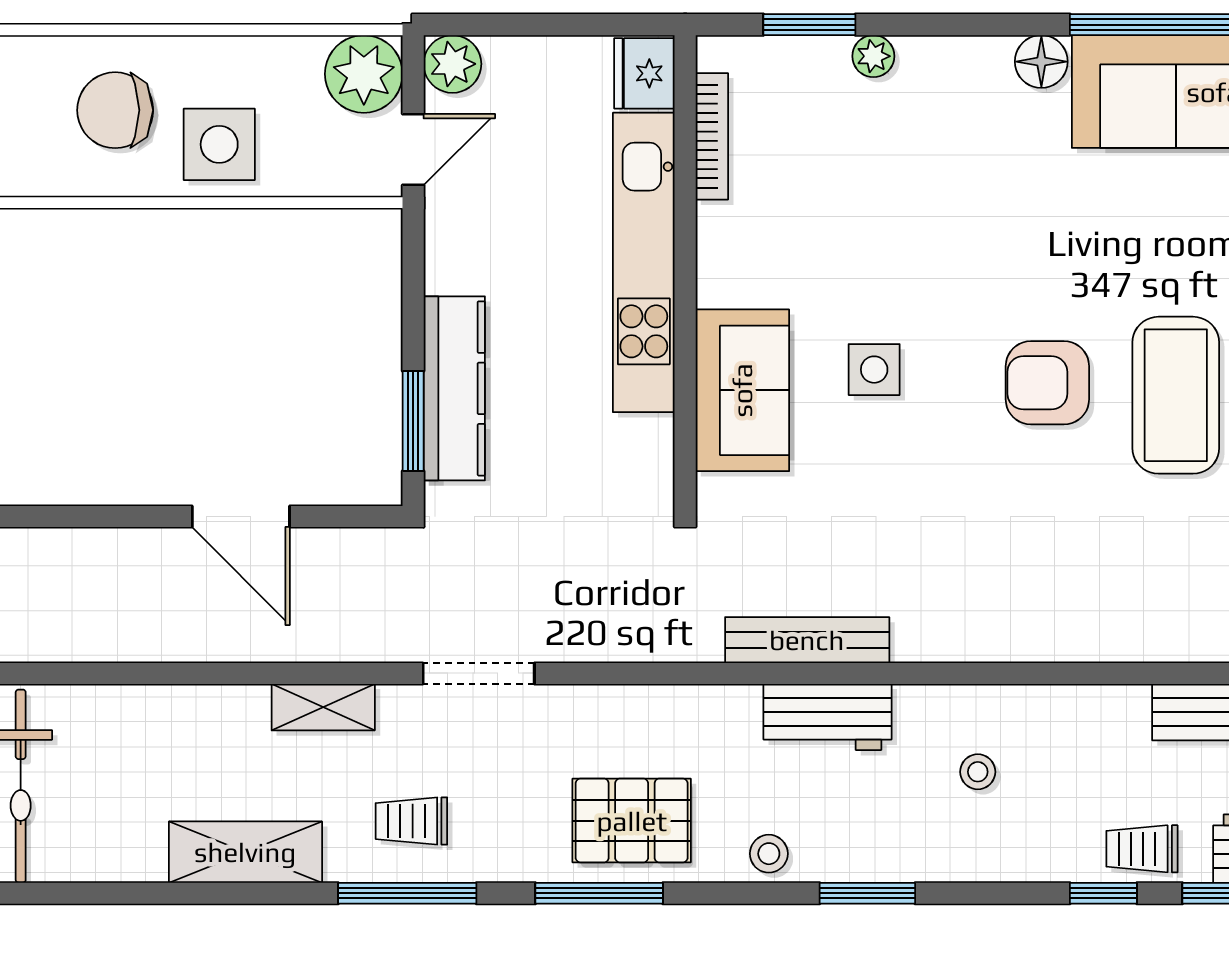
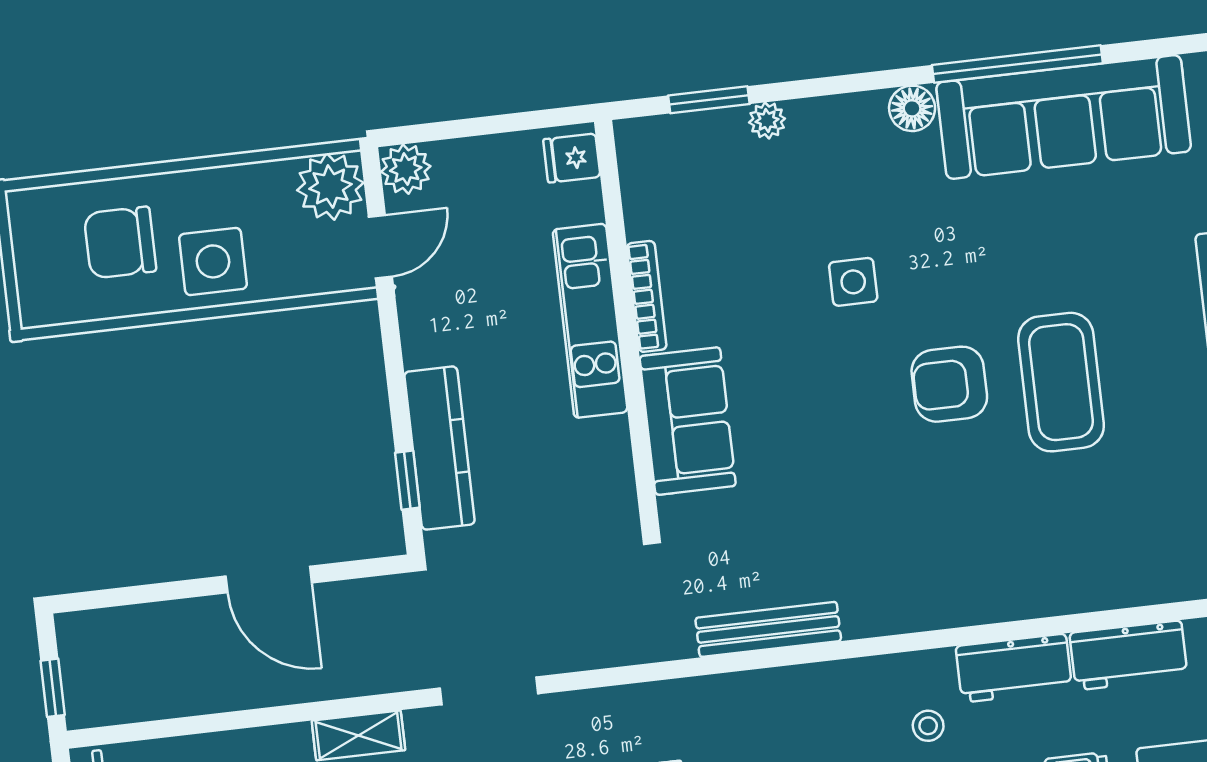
fridge: (644, 73) -> (572, 158), width x0.72
bookcase: (712, 136) -> (647, 296), moved
kitchen unit: (644, 262) -> (590, 321), width x0.73
side table: (874, 370) -> (853, 282), moved
window: (413, 421) -> (407, 480), width x0.67
workbench: (828, 717) -> (1014, 668), moved

